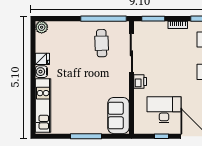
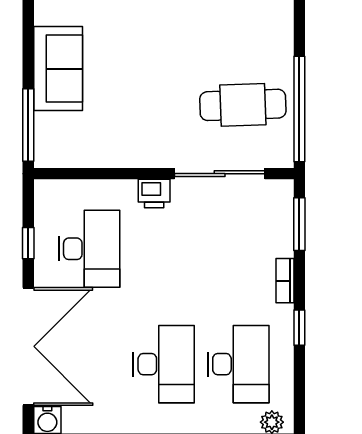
cafe table: (102, 43) -> (243, 105), width x1.37, depth x1.35
sofa: (118, 116) -> (58, 69), moved, turned 90
window: (86, 136) -> (28, 125), moved

